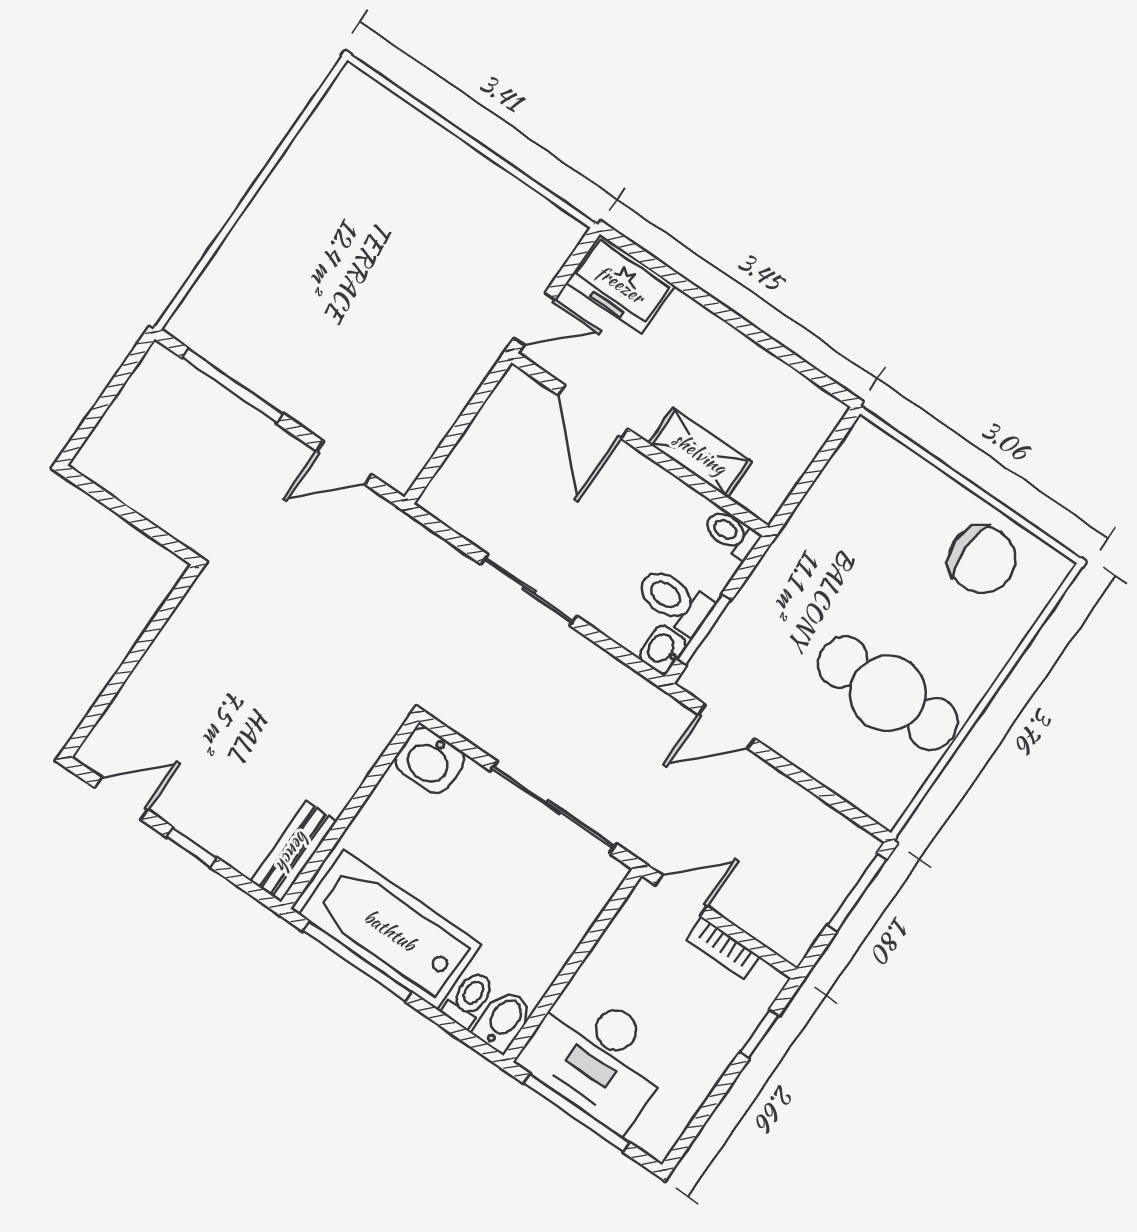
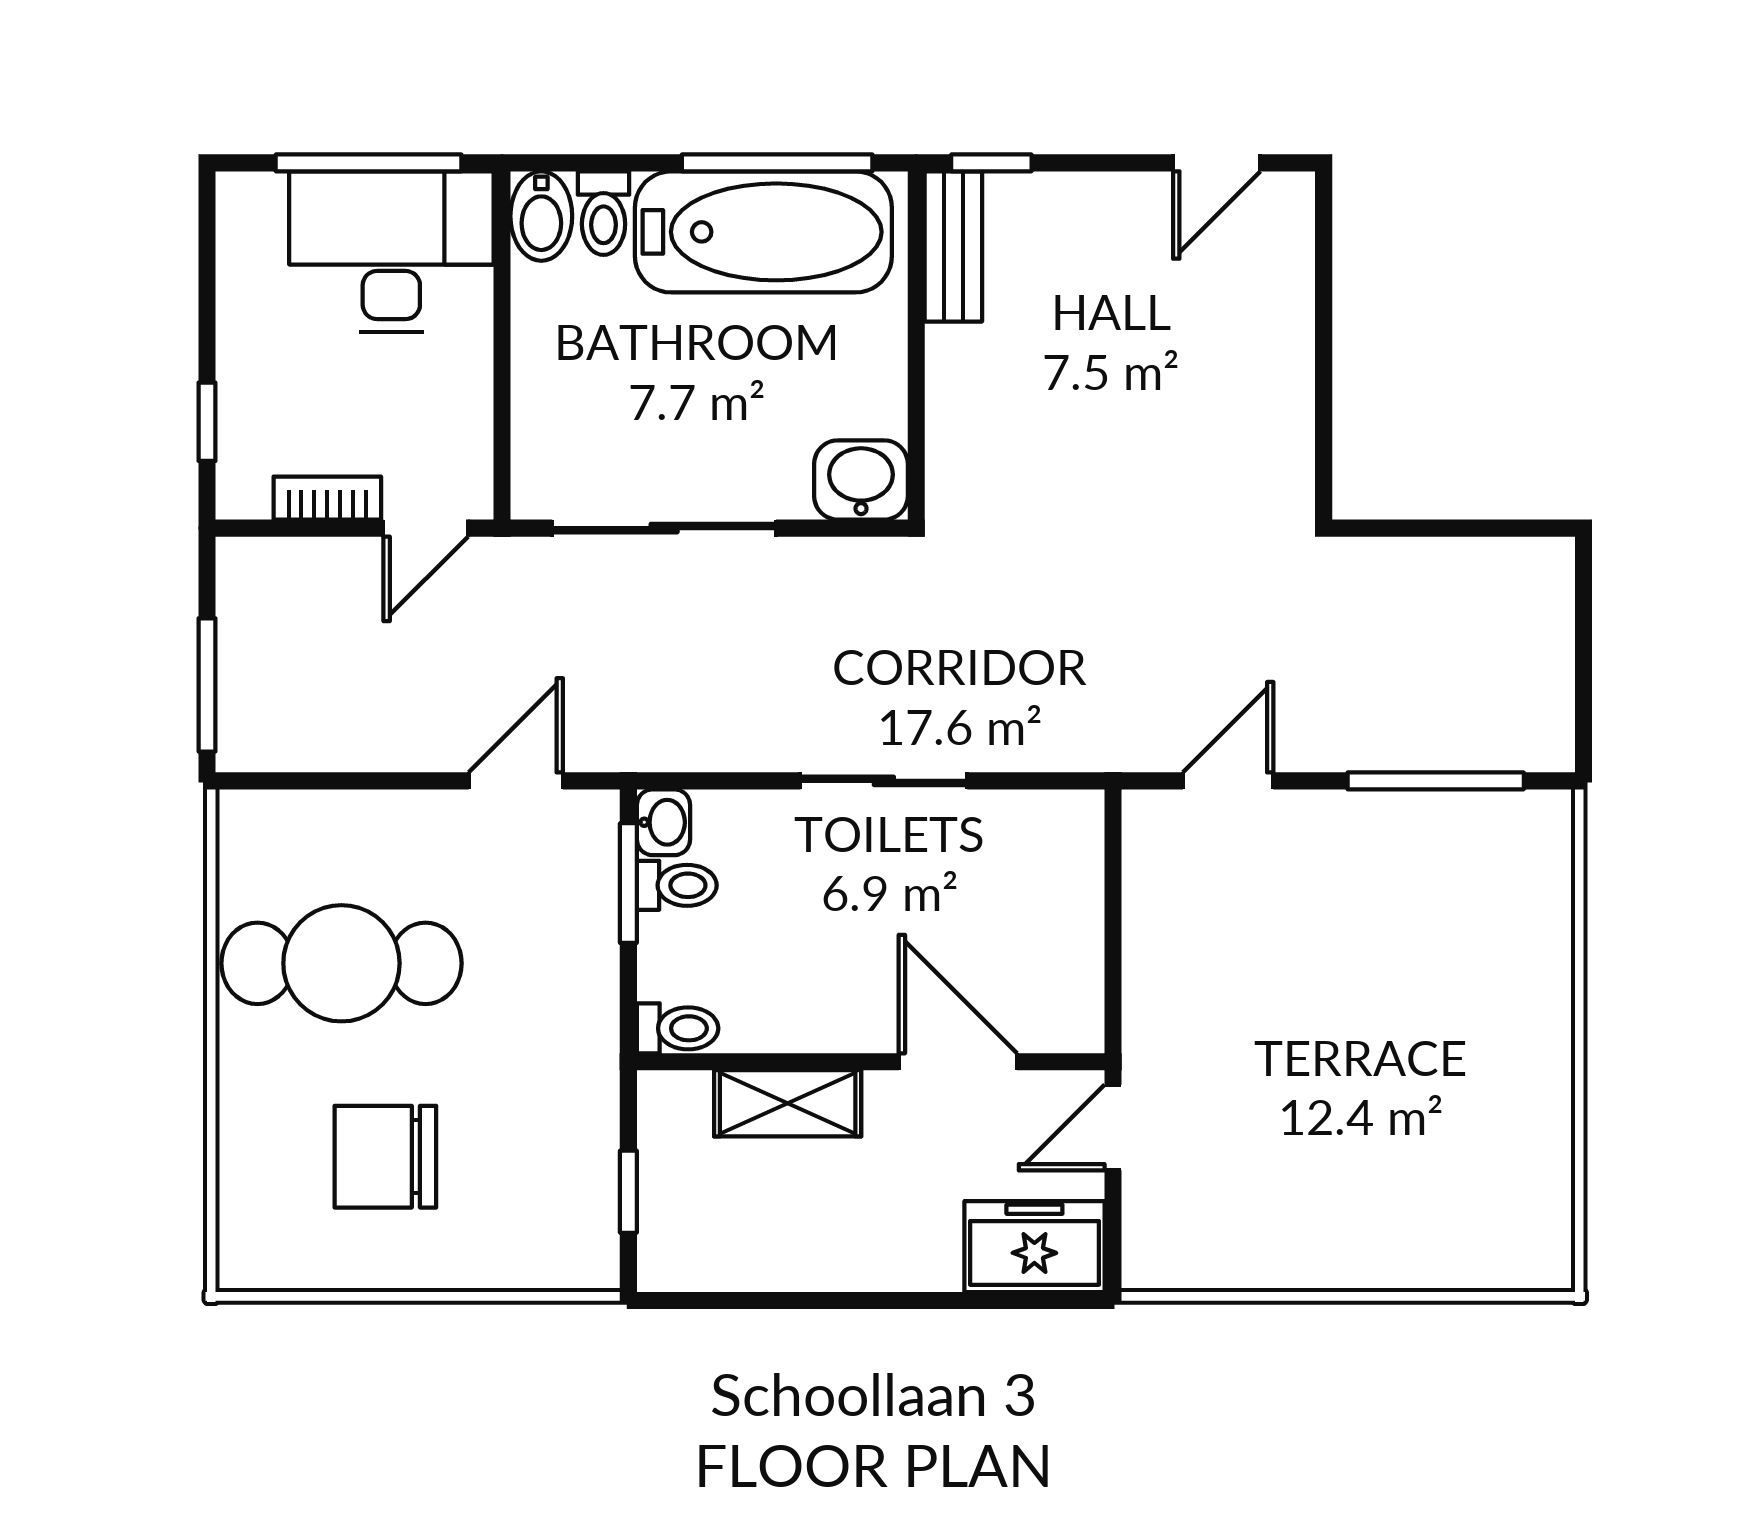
window: (818, 464) -> (628, 1192), added
chair: (982, 560) -> (385, 1157), moved
toilet: (674, 600) -> (677, 885), width x0.73, depth x0.72
window: (191, 847) -> (991, 163), moved

